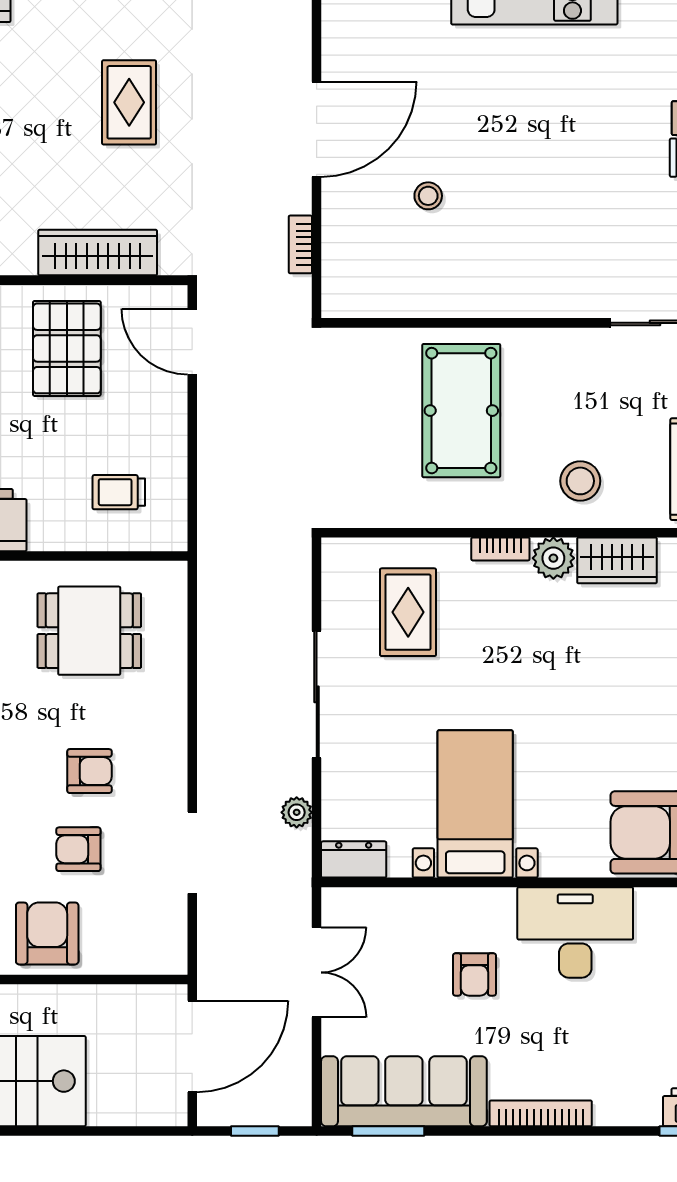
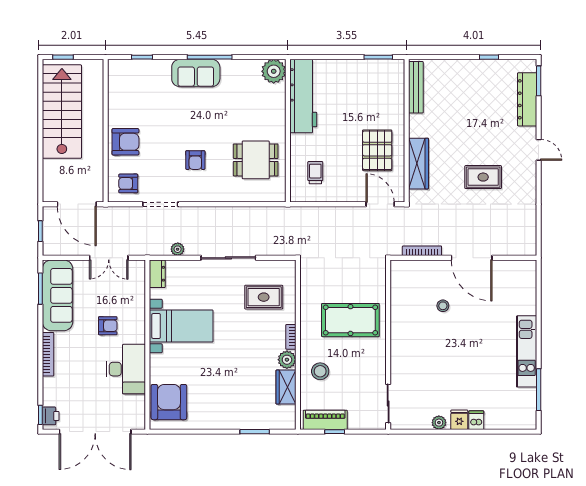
bookcase: (300, 244) -> (422, 251), width x1.56
door: (192, 342) -> (380, 204), hinge flipped
pallet: (67, 348) -> (377, 150), turned 90
dining table: (89, 631) -> (256, 160), turned 90
armchair: (78, 849) -> (128, 183), moved, turned -90
armchair: (474, 974) -> (108, 326), turned 180

